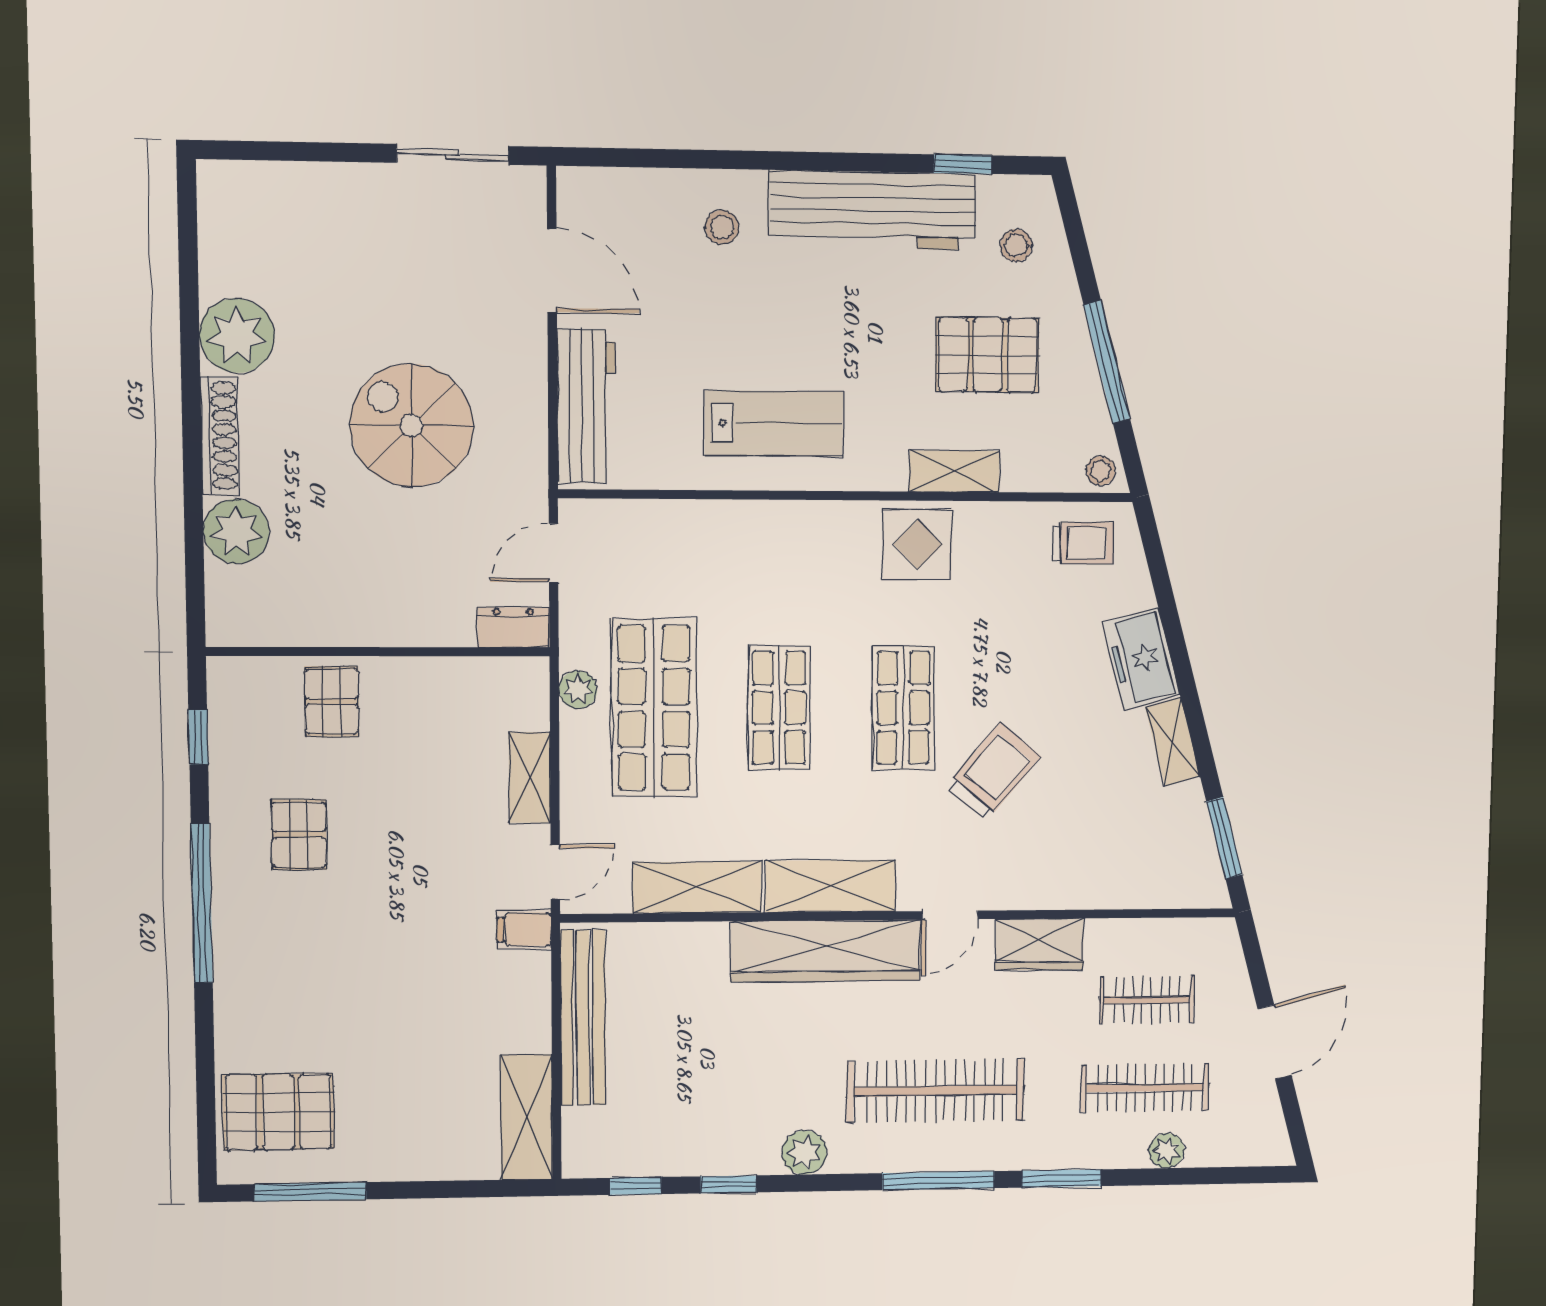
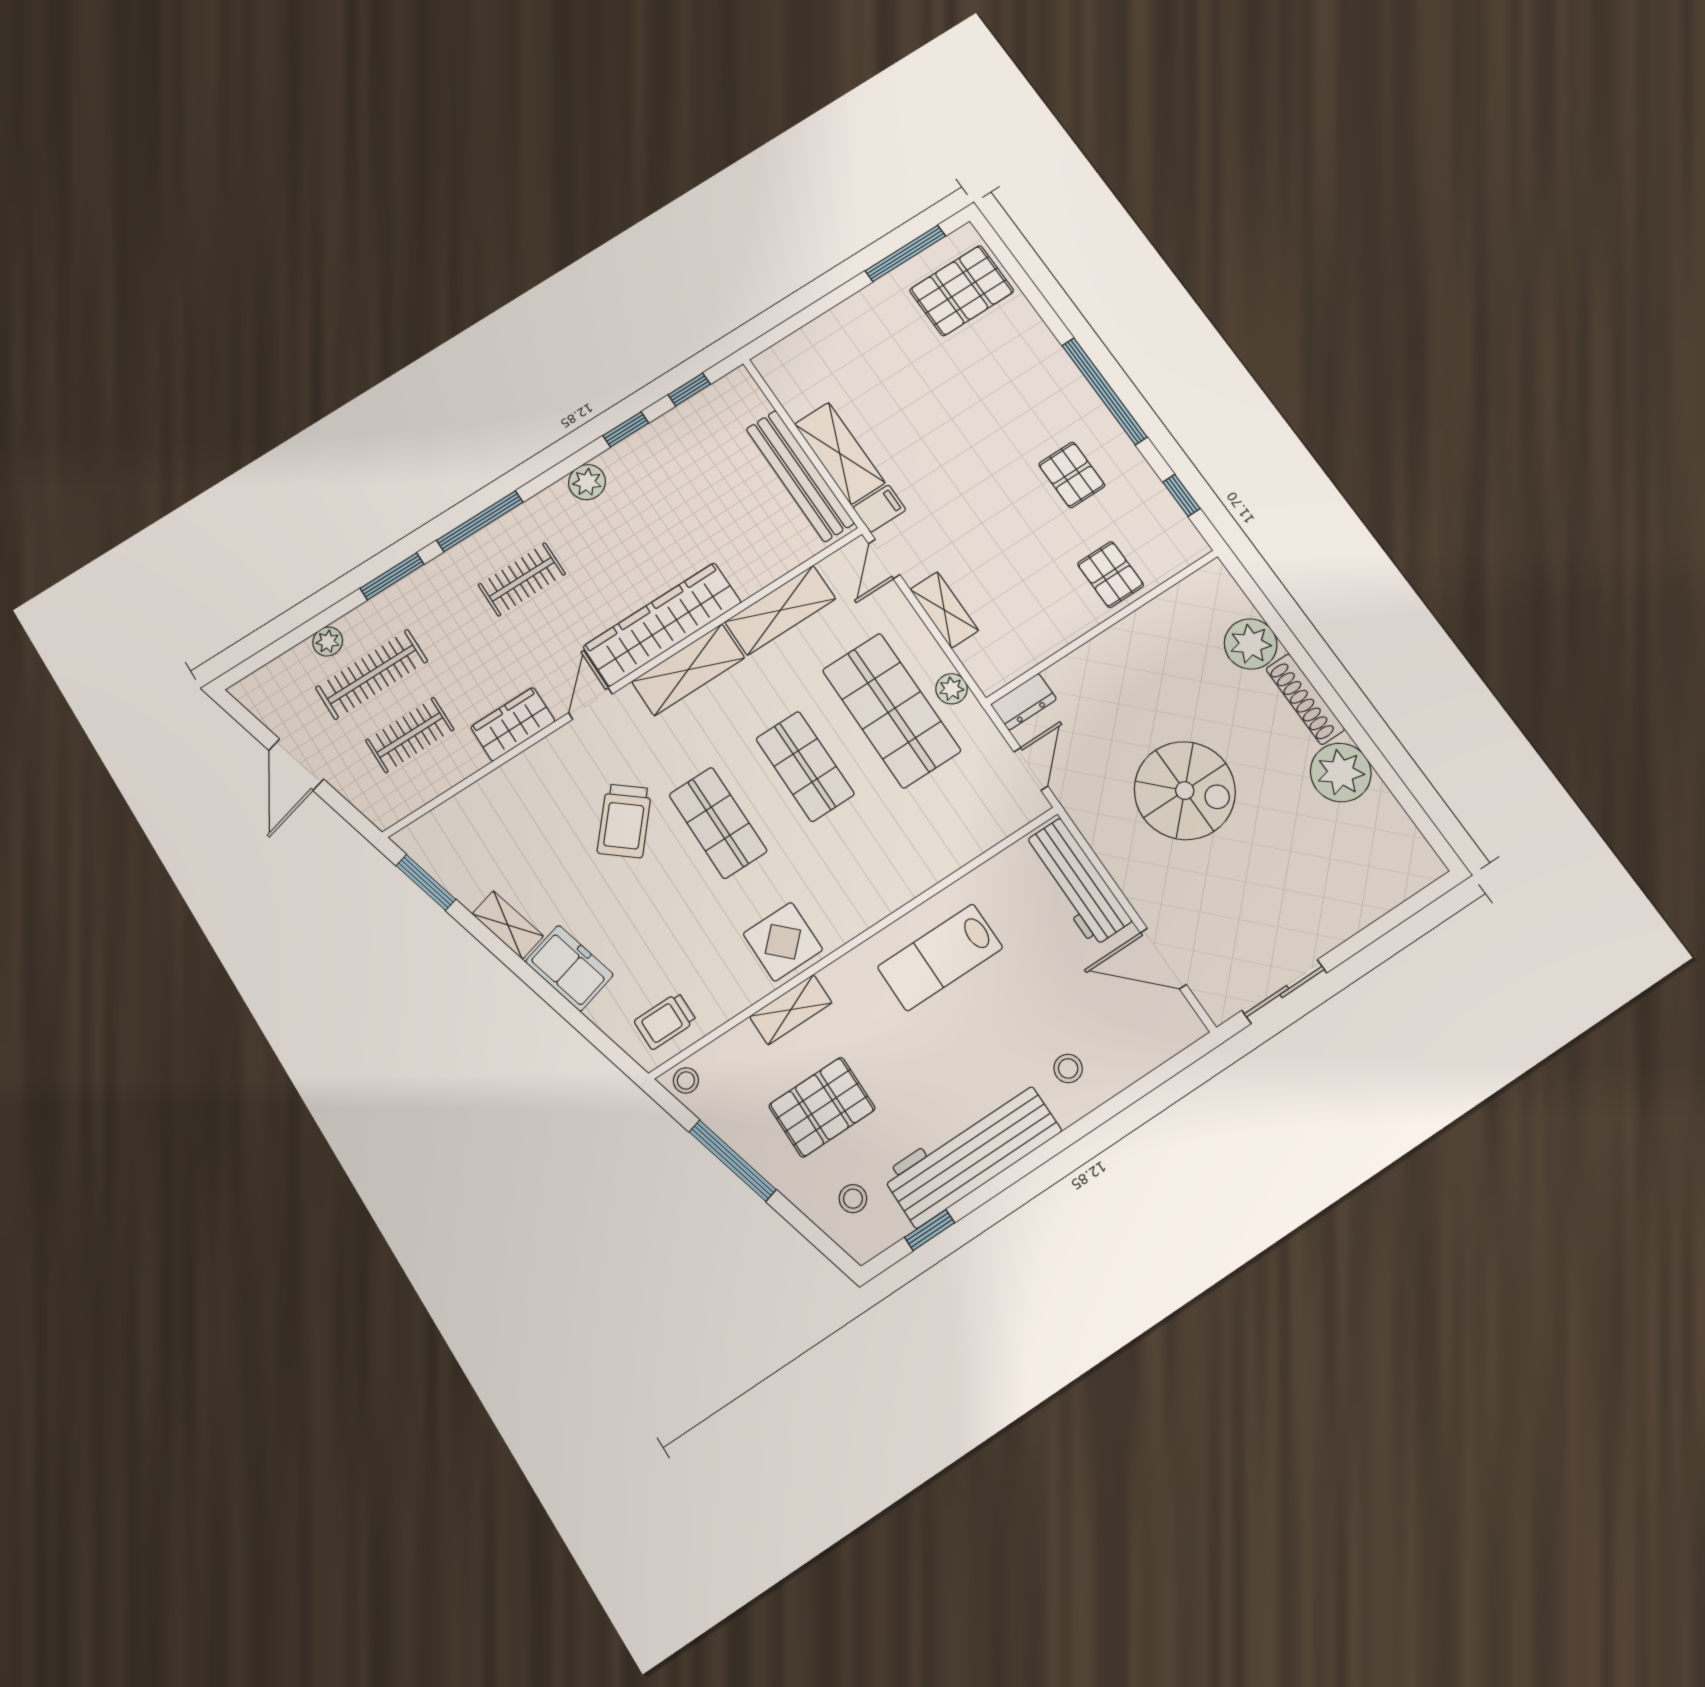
clothes rail: (935, 1091) -> (522, 579), width x0.54, depth x0.76
shelving: (527, 1117) -> (840, 453), moved

